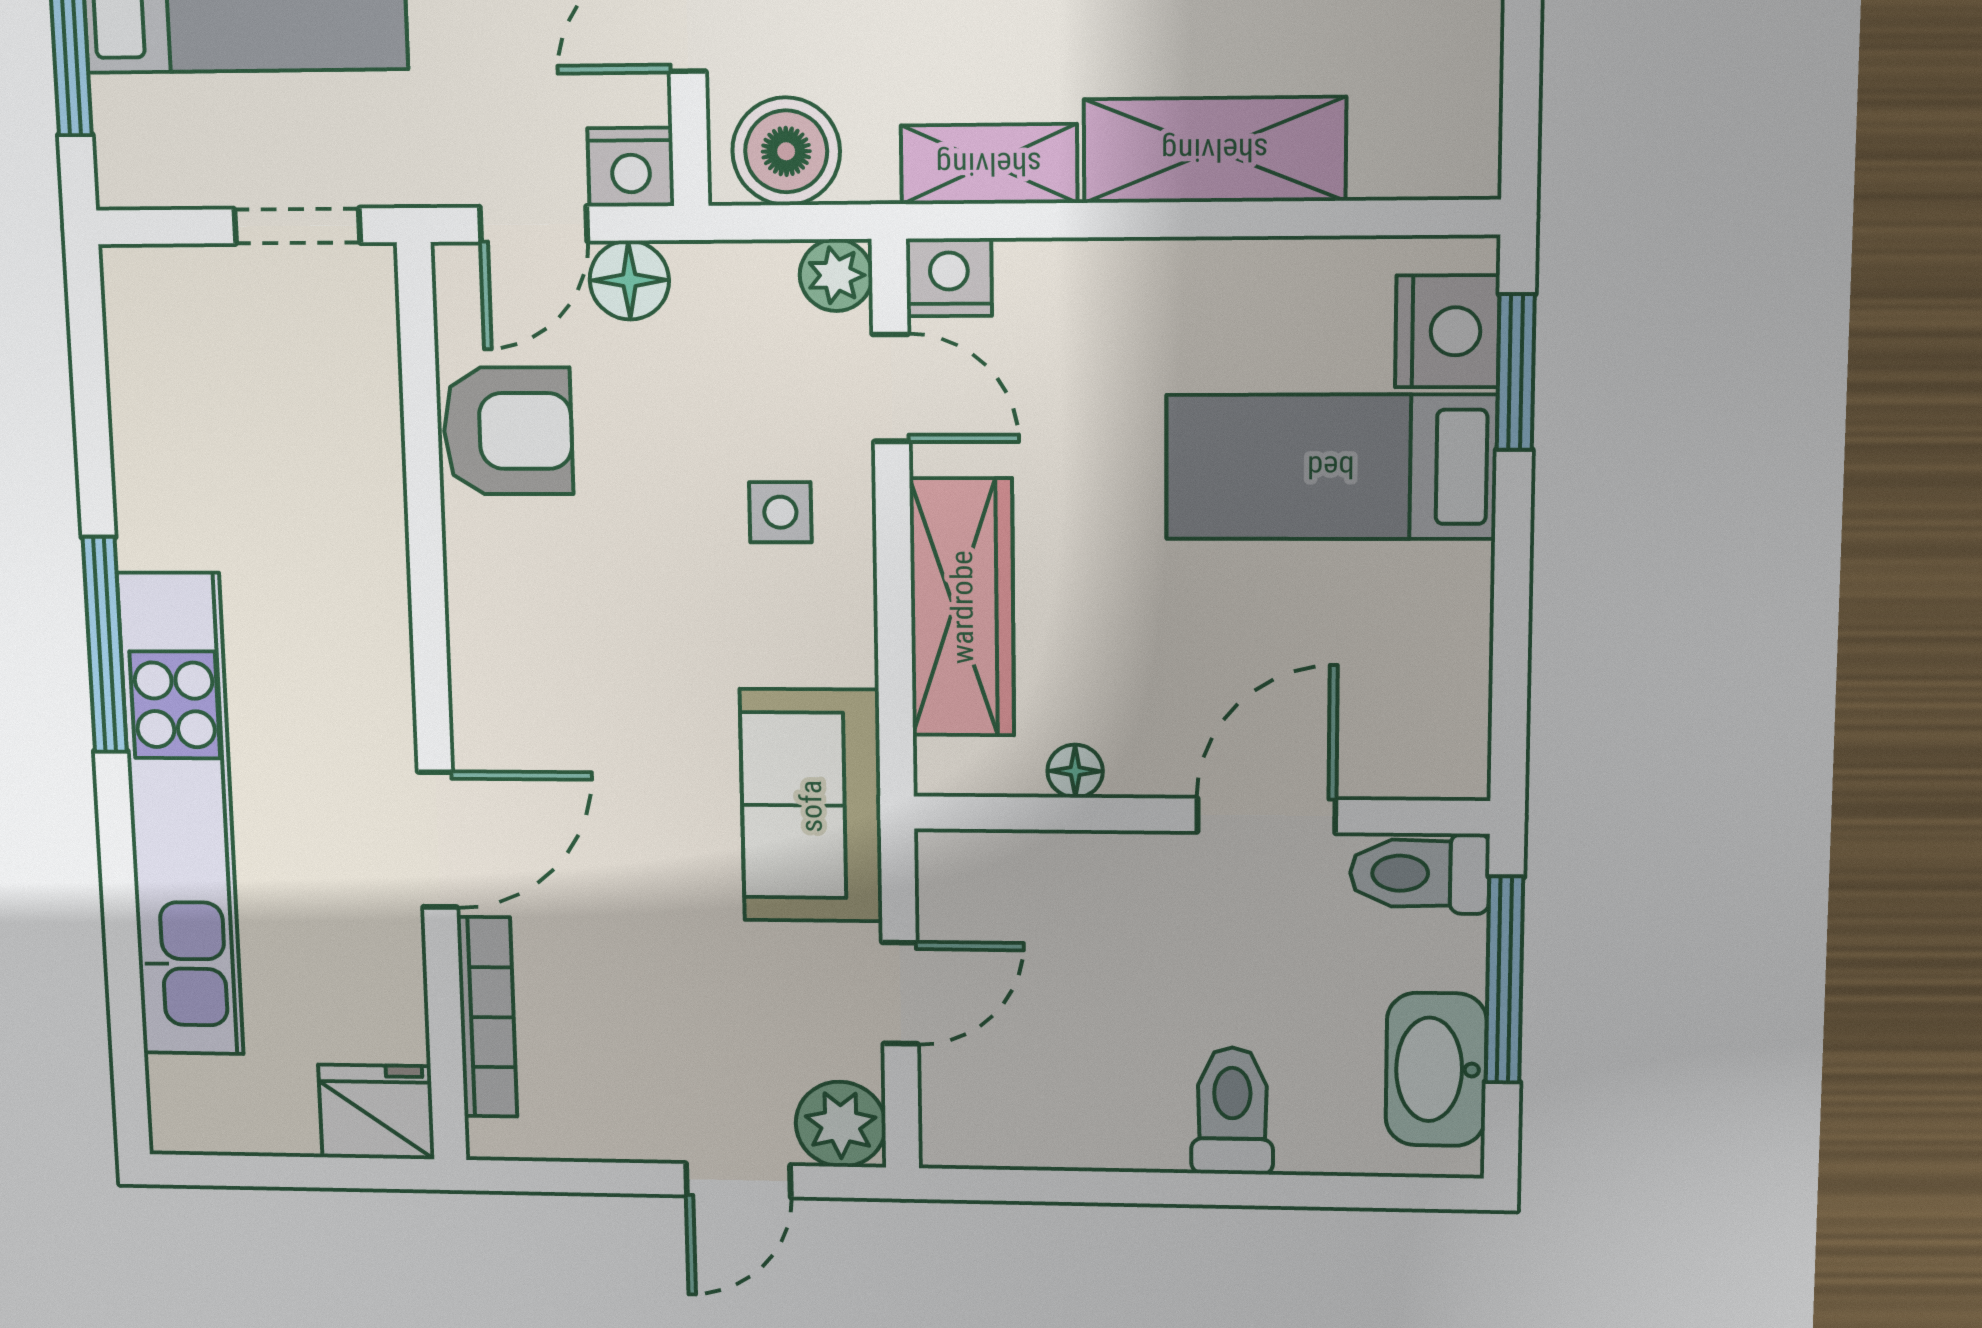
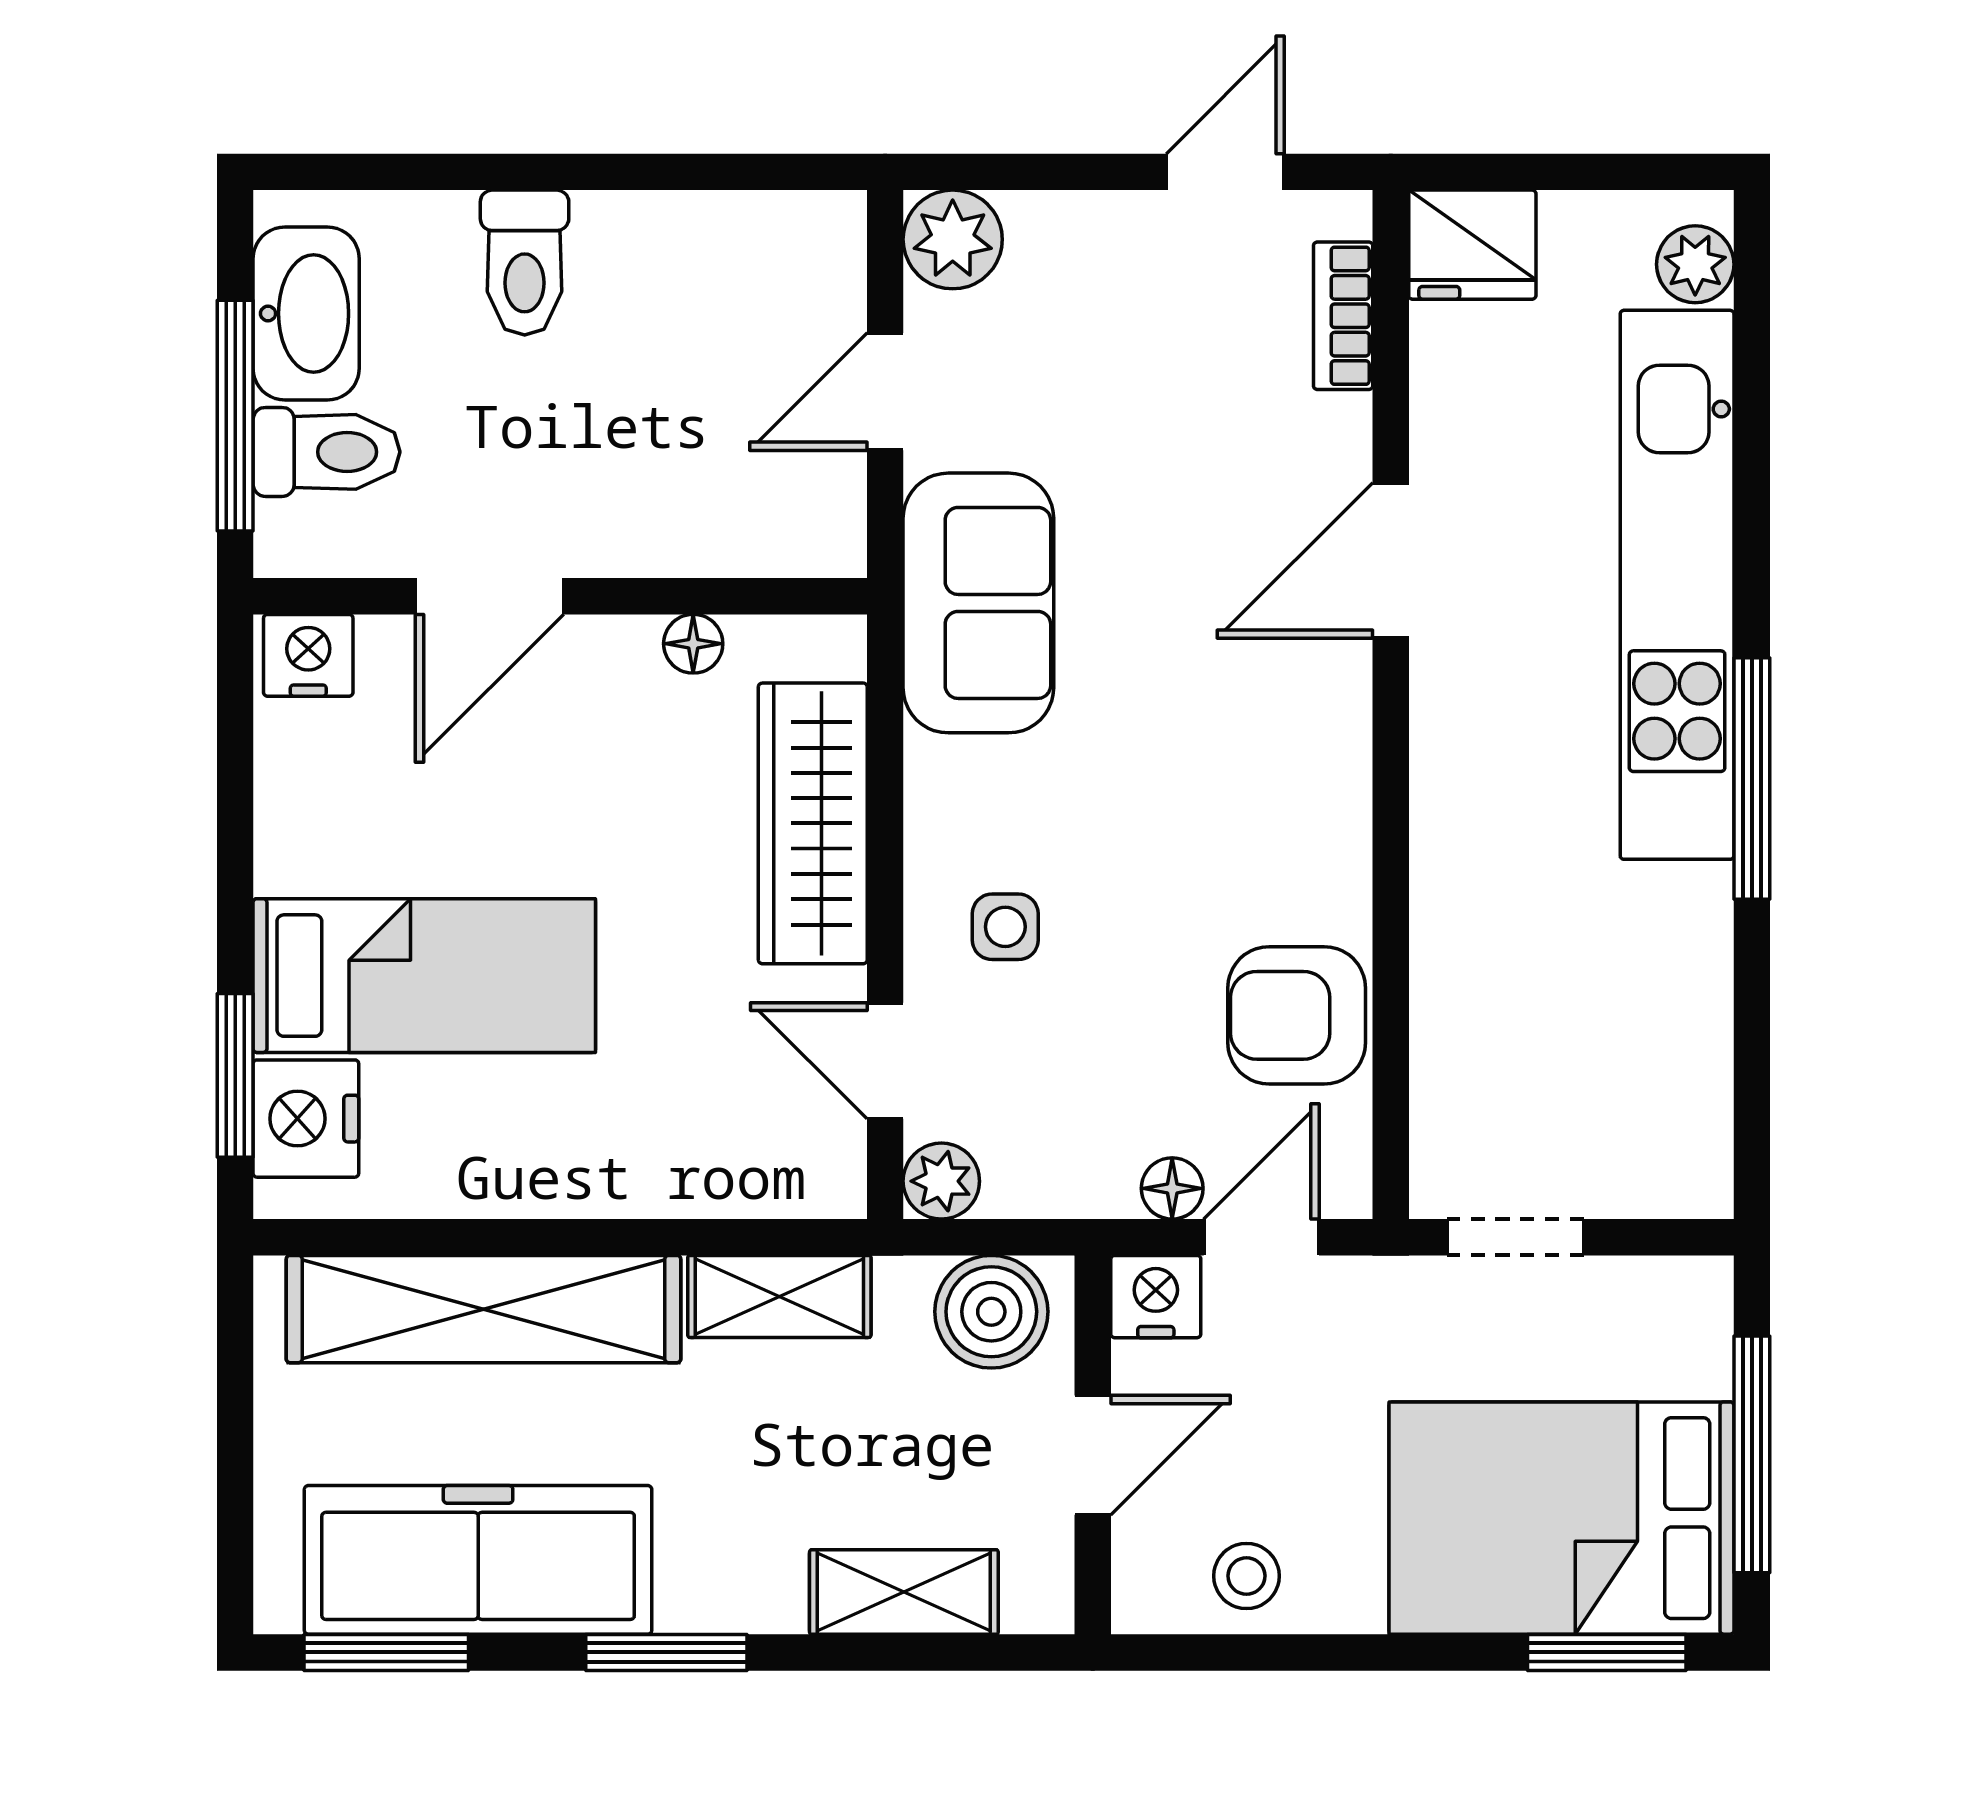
shelving: (1215, 150) -> (483, 1309), width x1.47
nightstand: (949, 277) -> (308, 655), moved, turned 180
floor lamp: (629, 280) -> (1172, 1188), width x0.73, depth x0.73
toilet: (1420, 873) -> (327, 452), moved
bookcase: (487, 1017) -> (1343, 316), width x0.64
plant: (180, 1092) -> (1695, 264), added
door: (738, 1180) -> (1225, 172), moved

